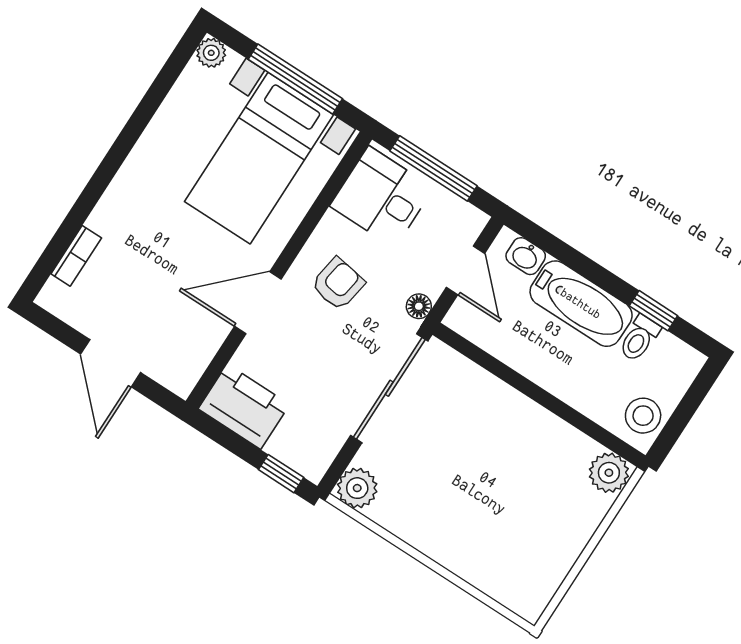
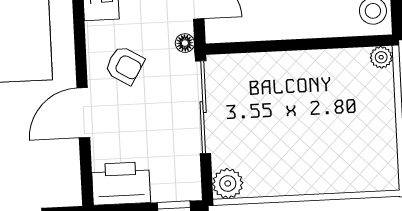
armchair: (338, 284) -> (125, 65), turned 112
plant: (609, 473) -> (381, 57), width x0.73, depth x0.73

